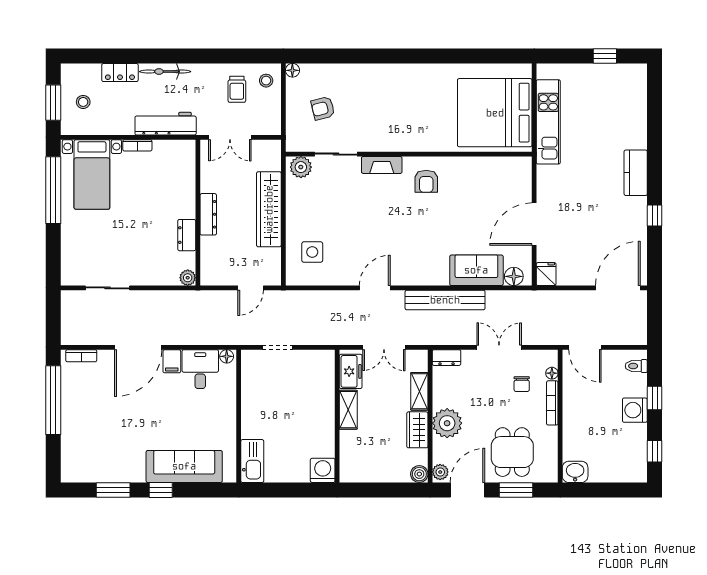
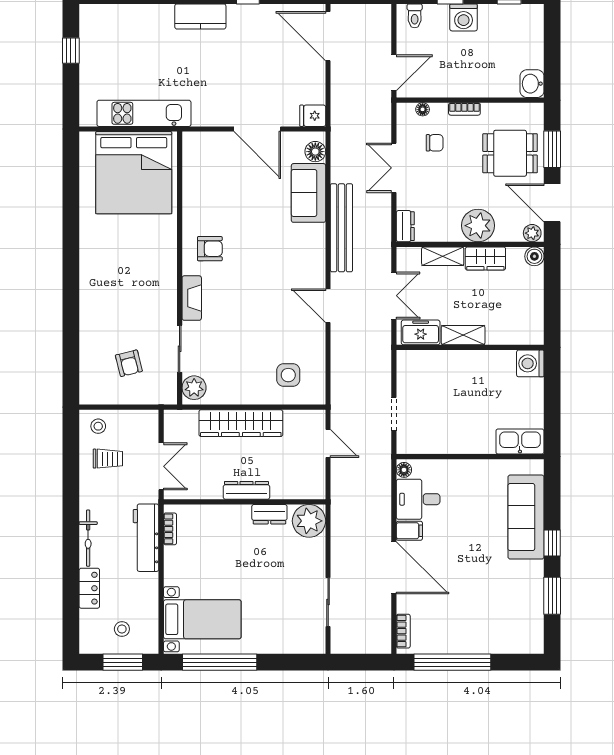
floor lamp: (292, 70) -> (87, 397), removed
bookcase: (137, 145) -> (170, 529), moved
plant: (188, 278) -> (309, 521), width x1.88, depth x1.88
bookcase: (552, 403) -> (464, 109), width x0.64

